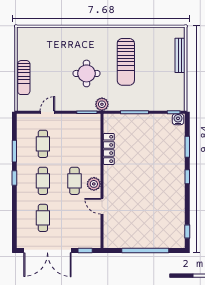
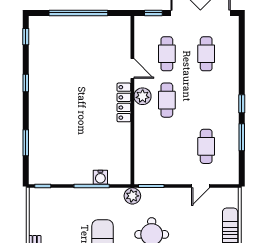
water cooler: (178, 119) -> (100, 177), moved
locker: (109, 149) -> (124, 102), moved
window: (187, 177) -> (26, 83), moved
cafe table: (43, 181) -> (167, 54), moved

